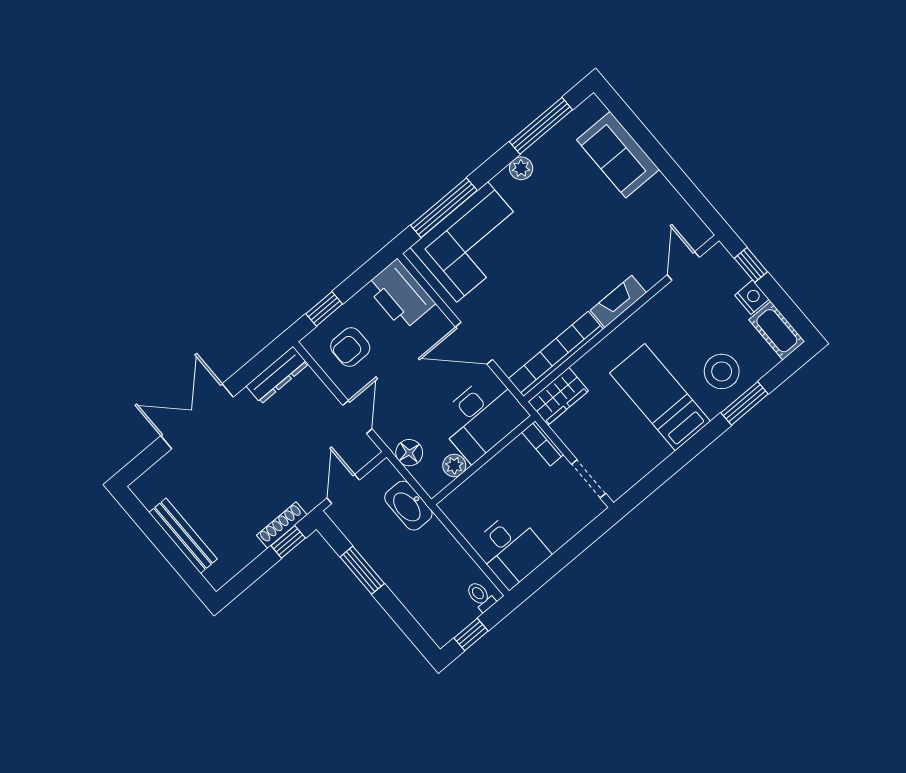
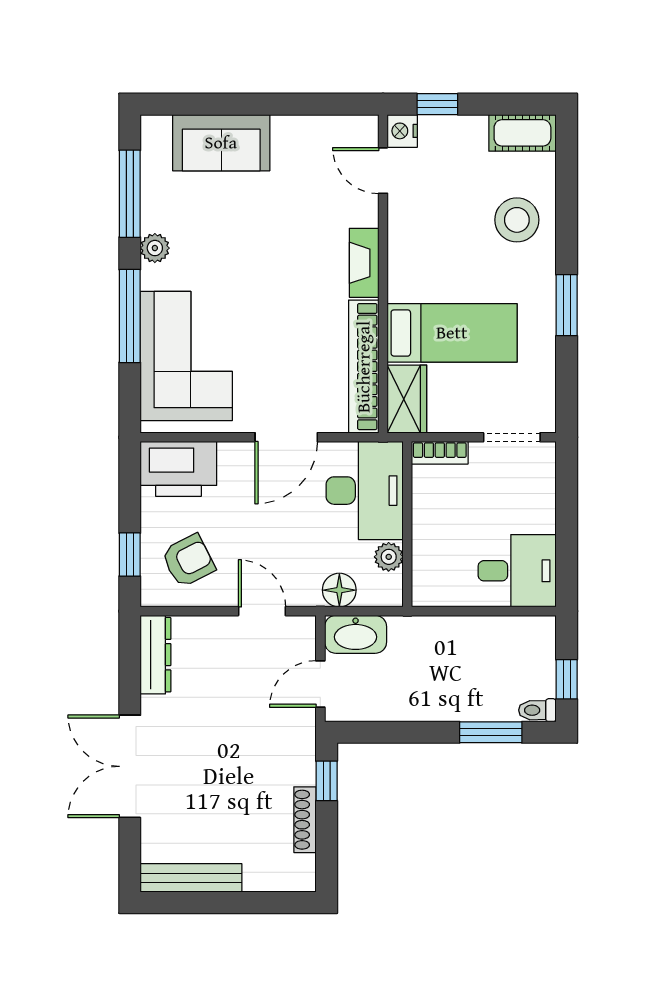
window: (444, 208) -> (130, 316), moved
nightstand: (752, 297) -> (402, 131), moved, turned -90
armchair: (350, 347) -> (188, 561), turned -117
bed: (660, 397) -> (452, 333), moved, turned 180
window: (745, 403) -> (567, 305), moved
door: (343, 489) -> (320, 684), hinge flipped
washbasin: (408, 506) -> (356, 634), moved
shoe rack: (282, 525) -> (305, 820), moved
bench: (183, 536) -> (191, 878), moved
window: (362, 570) -> (491, 732), moved
toilet: (481, 596) -> (537, 710), moved

